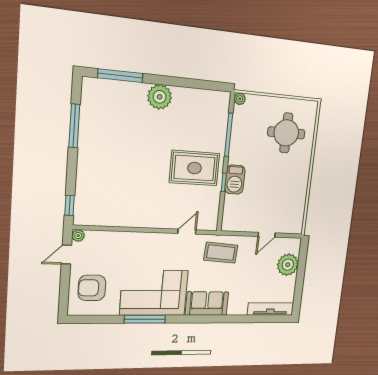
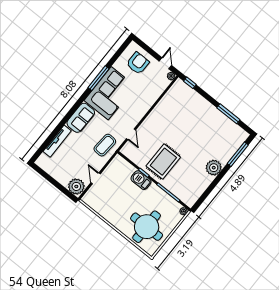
round table: (286, 133) -> (147, 227), width x1.36, depth x1.36
plant: (288, 265) -> (76, 186), moved
tv unit: (270, 309) -> (57, 141), moved

